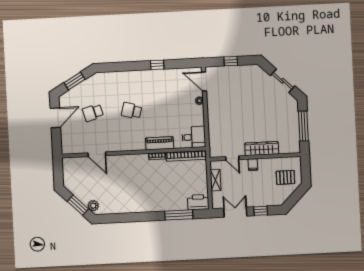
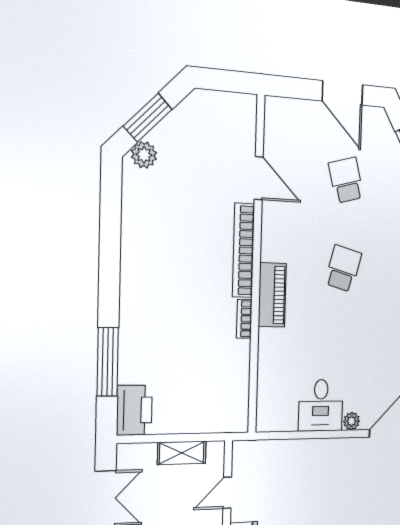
desk: (194, 137) -> (321, 405), moved
piano: (160, 143) -> (272, 295), moved
door: (97, 154) -> (259, 178), swing flipped
bookcase: (186, 156) -> (243, 250), moved

